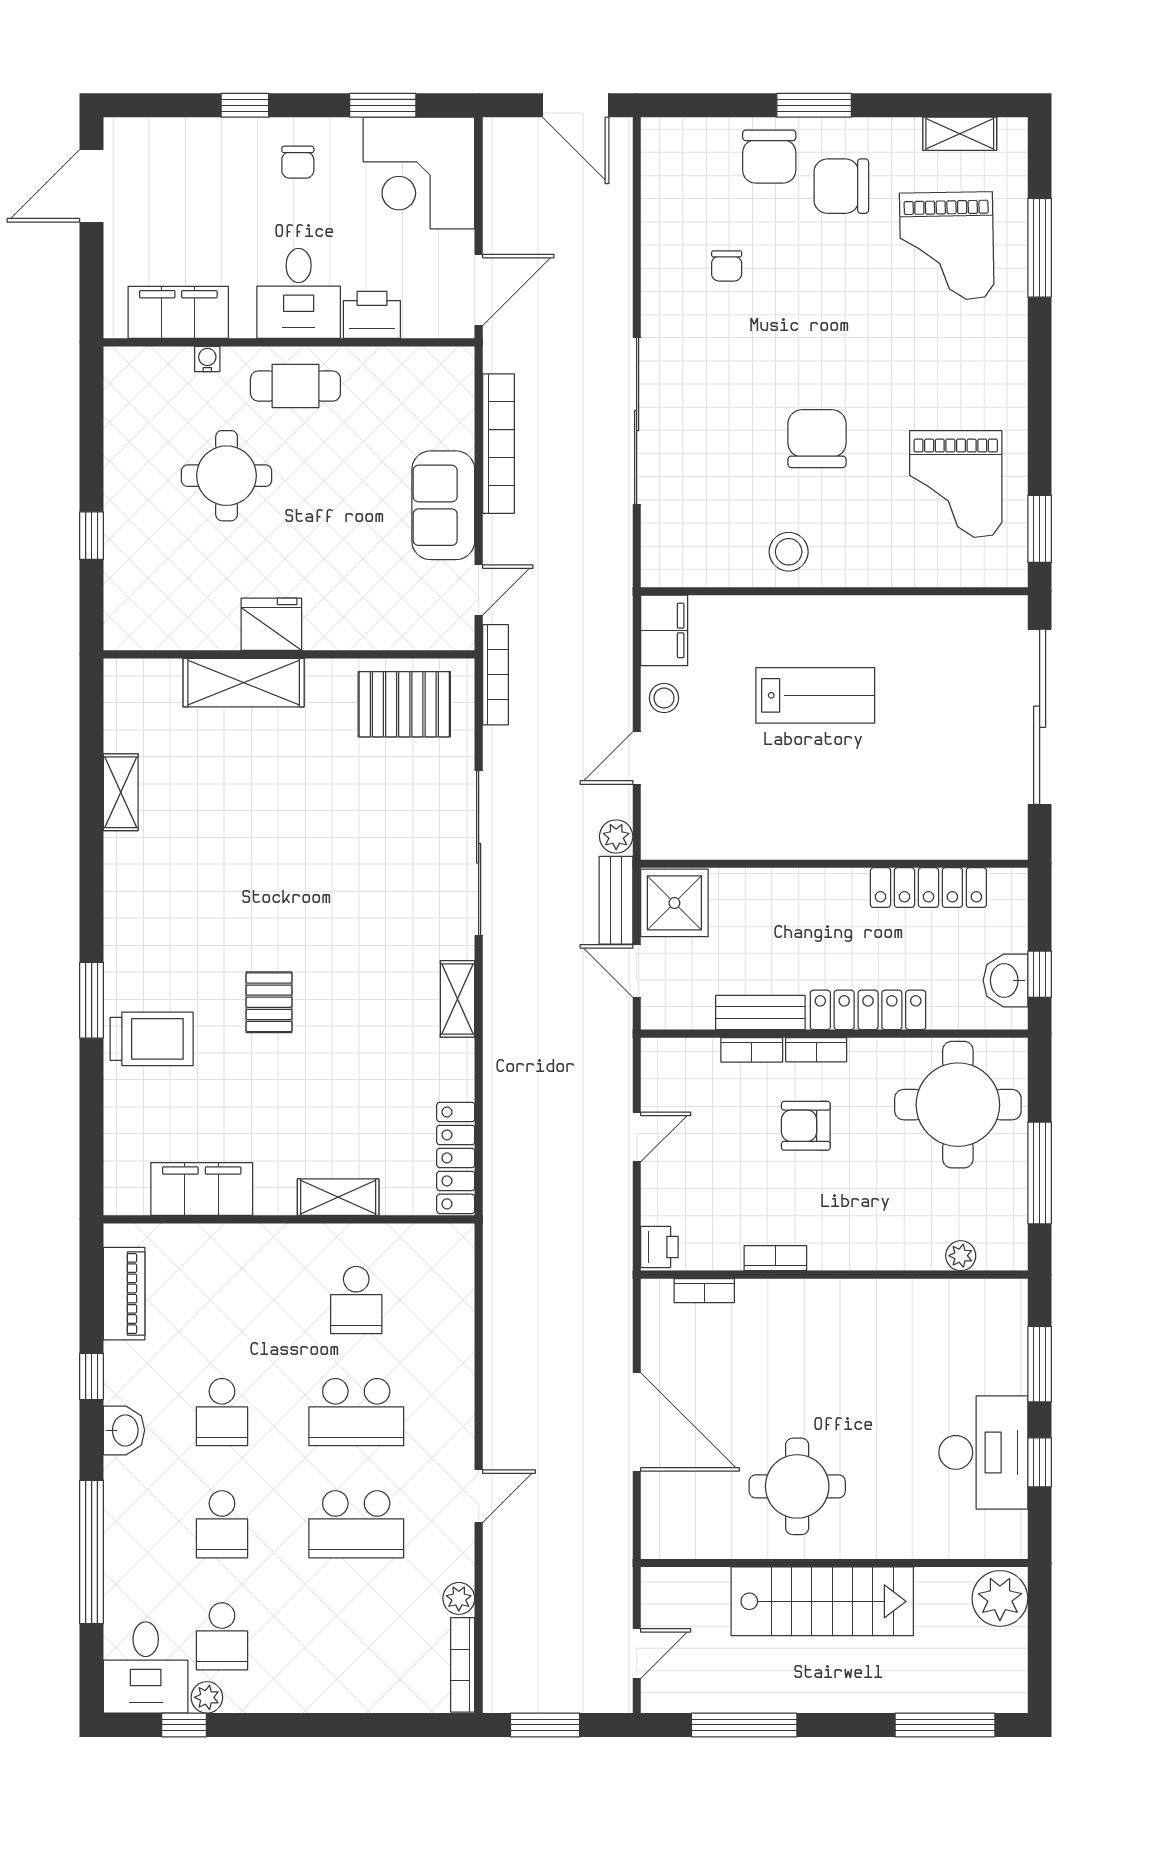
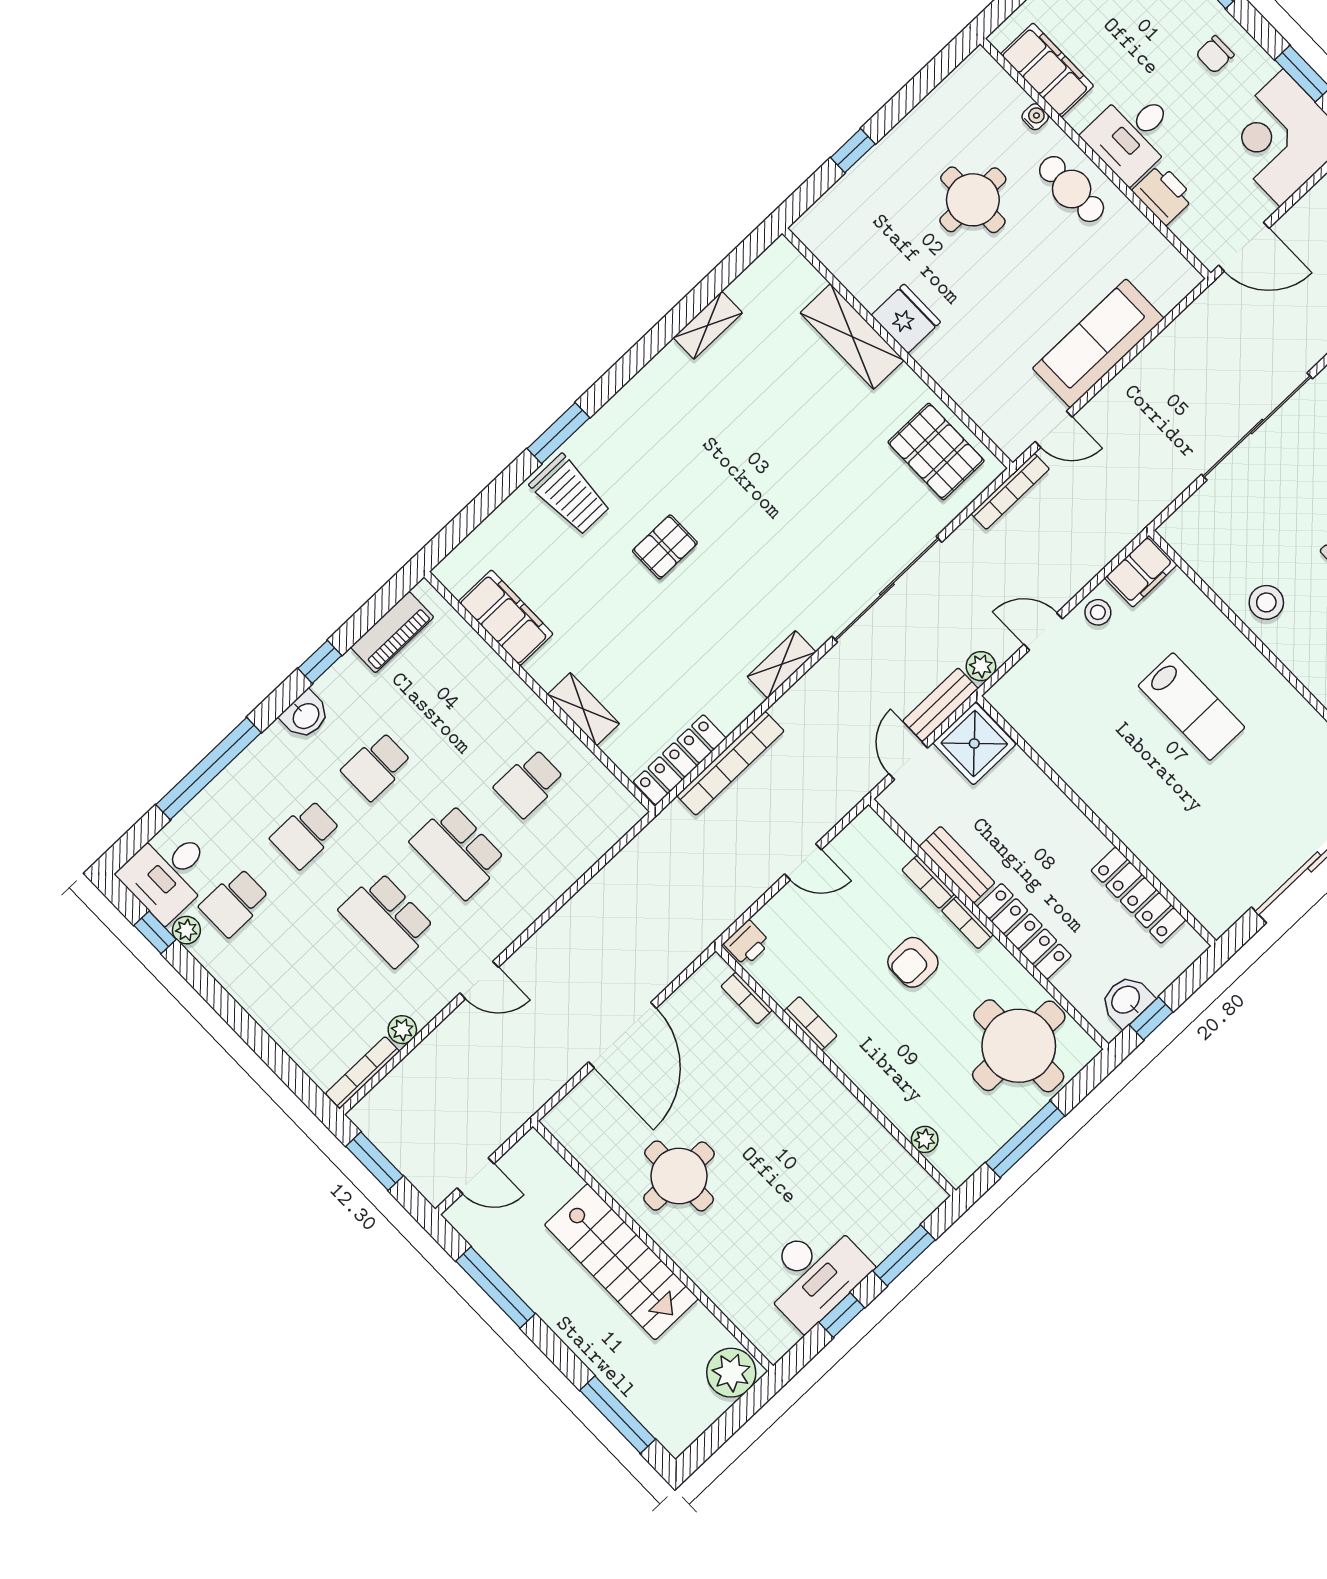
bookcase: (498, 444) -> (730, 763), moved
sofa: (443, 505) -> (1098, 343), width x1.36
armchair: (806, 1126) -> (913, 962), turned -90

